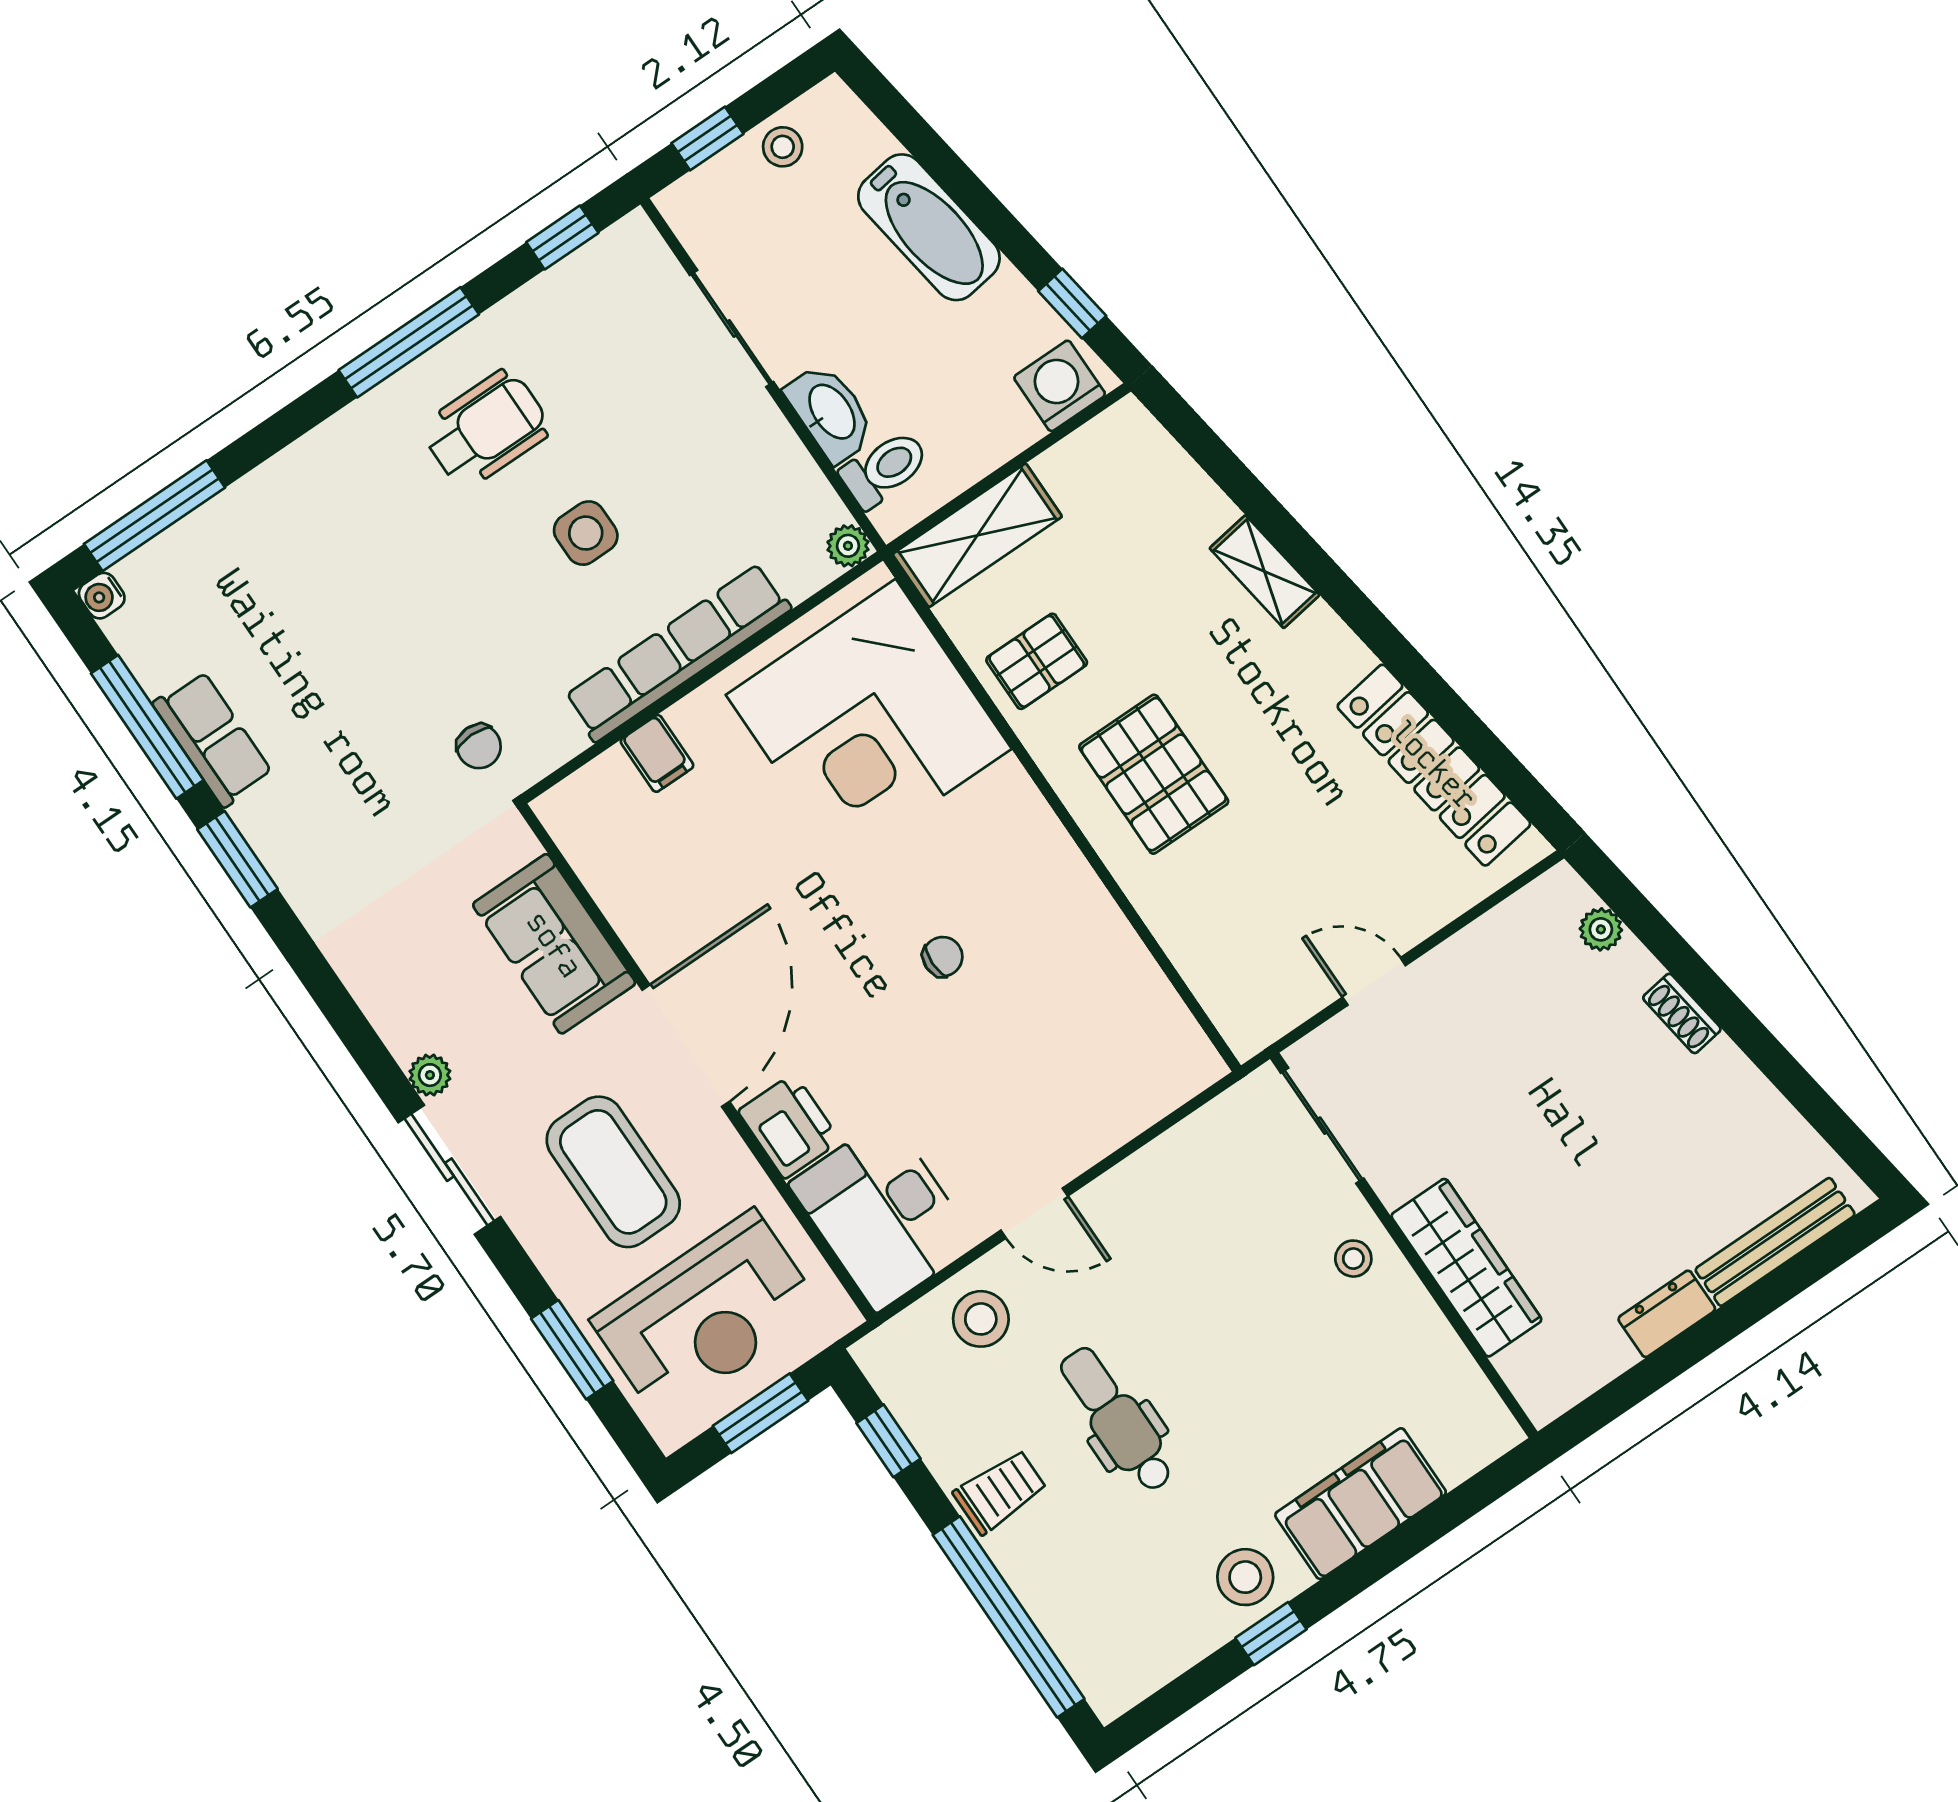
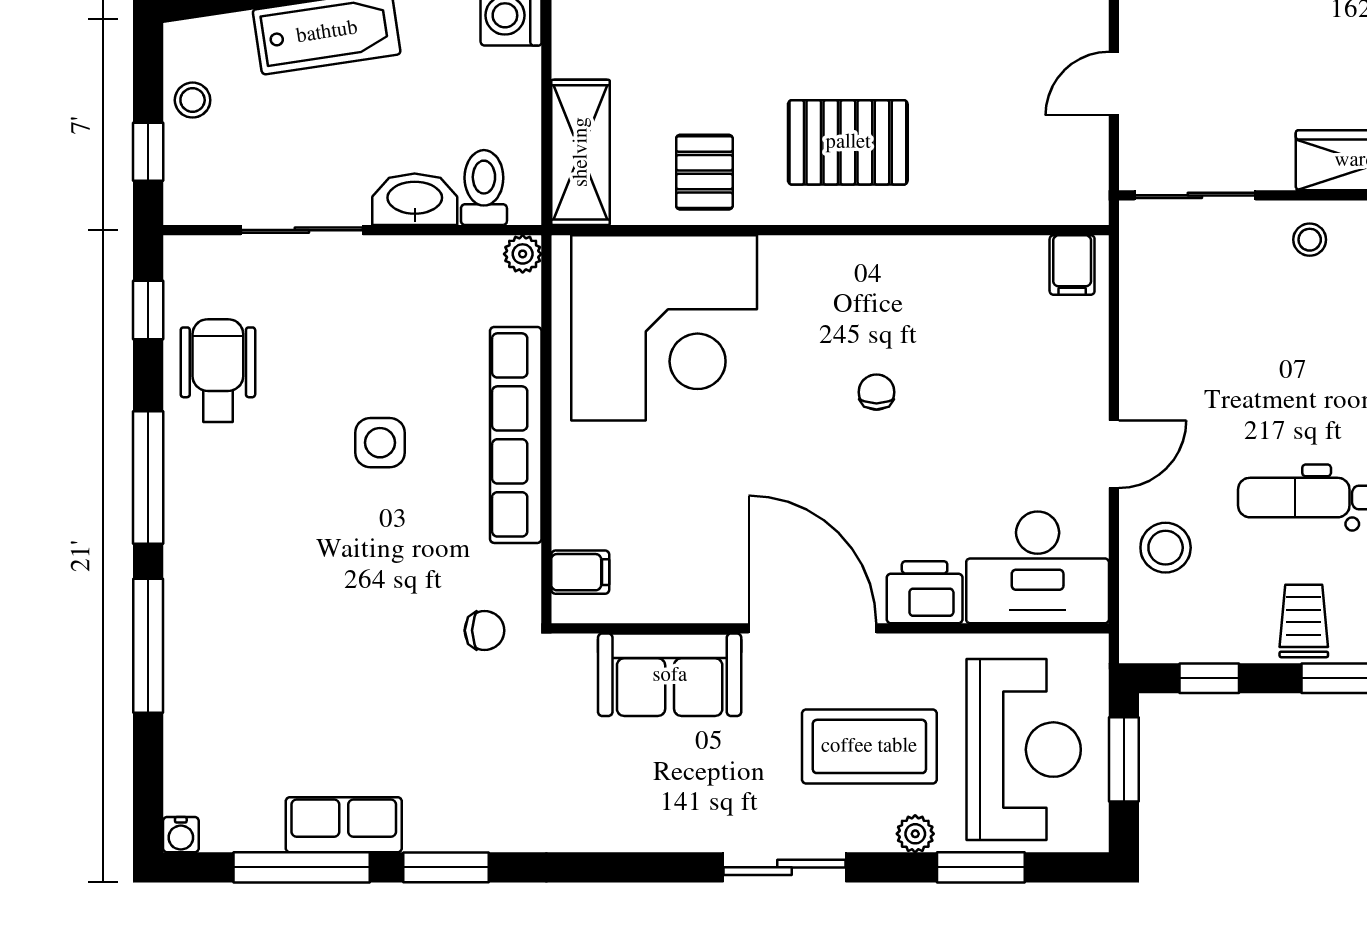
wheelchair: (486, 429) -> (218, 371), moved
window: (155, 516) -> (148, 646), moved
filing cabinet: (657, 753) -> (580, 572), moved
filing cabinet: (1182, 1057) -> (1072, 265), added
plant: (430, 1075) -> (915, 834), moved

